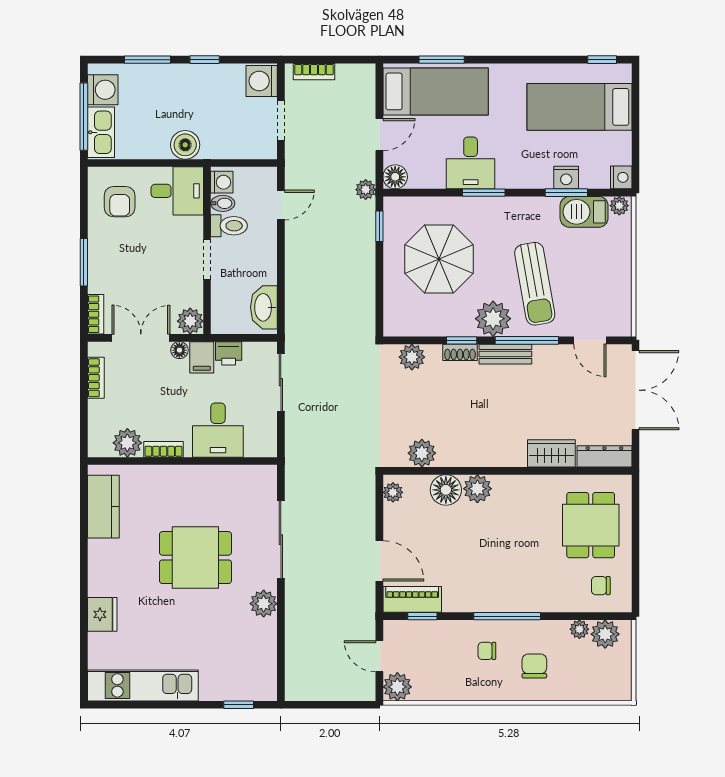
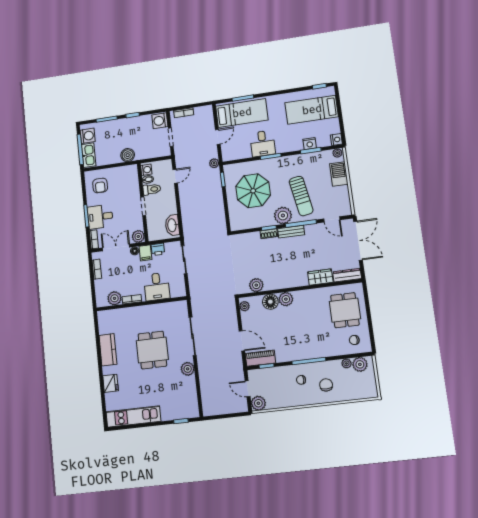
floor lamp: (395, 177) -> (227, 155), removed
desk: (177, 191) -> (100, 217), moved, turned 180
barbecue: (584, 212) -> (339, 174), moved, turned 90
plant: (412, 357) -> (246, 239), removed
kitchen counter: (103, 507) -> (108, 350), moved
dining table: (195, 558) -> (152, 350), turned 90

